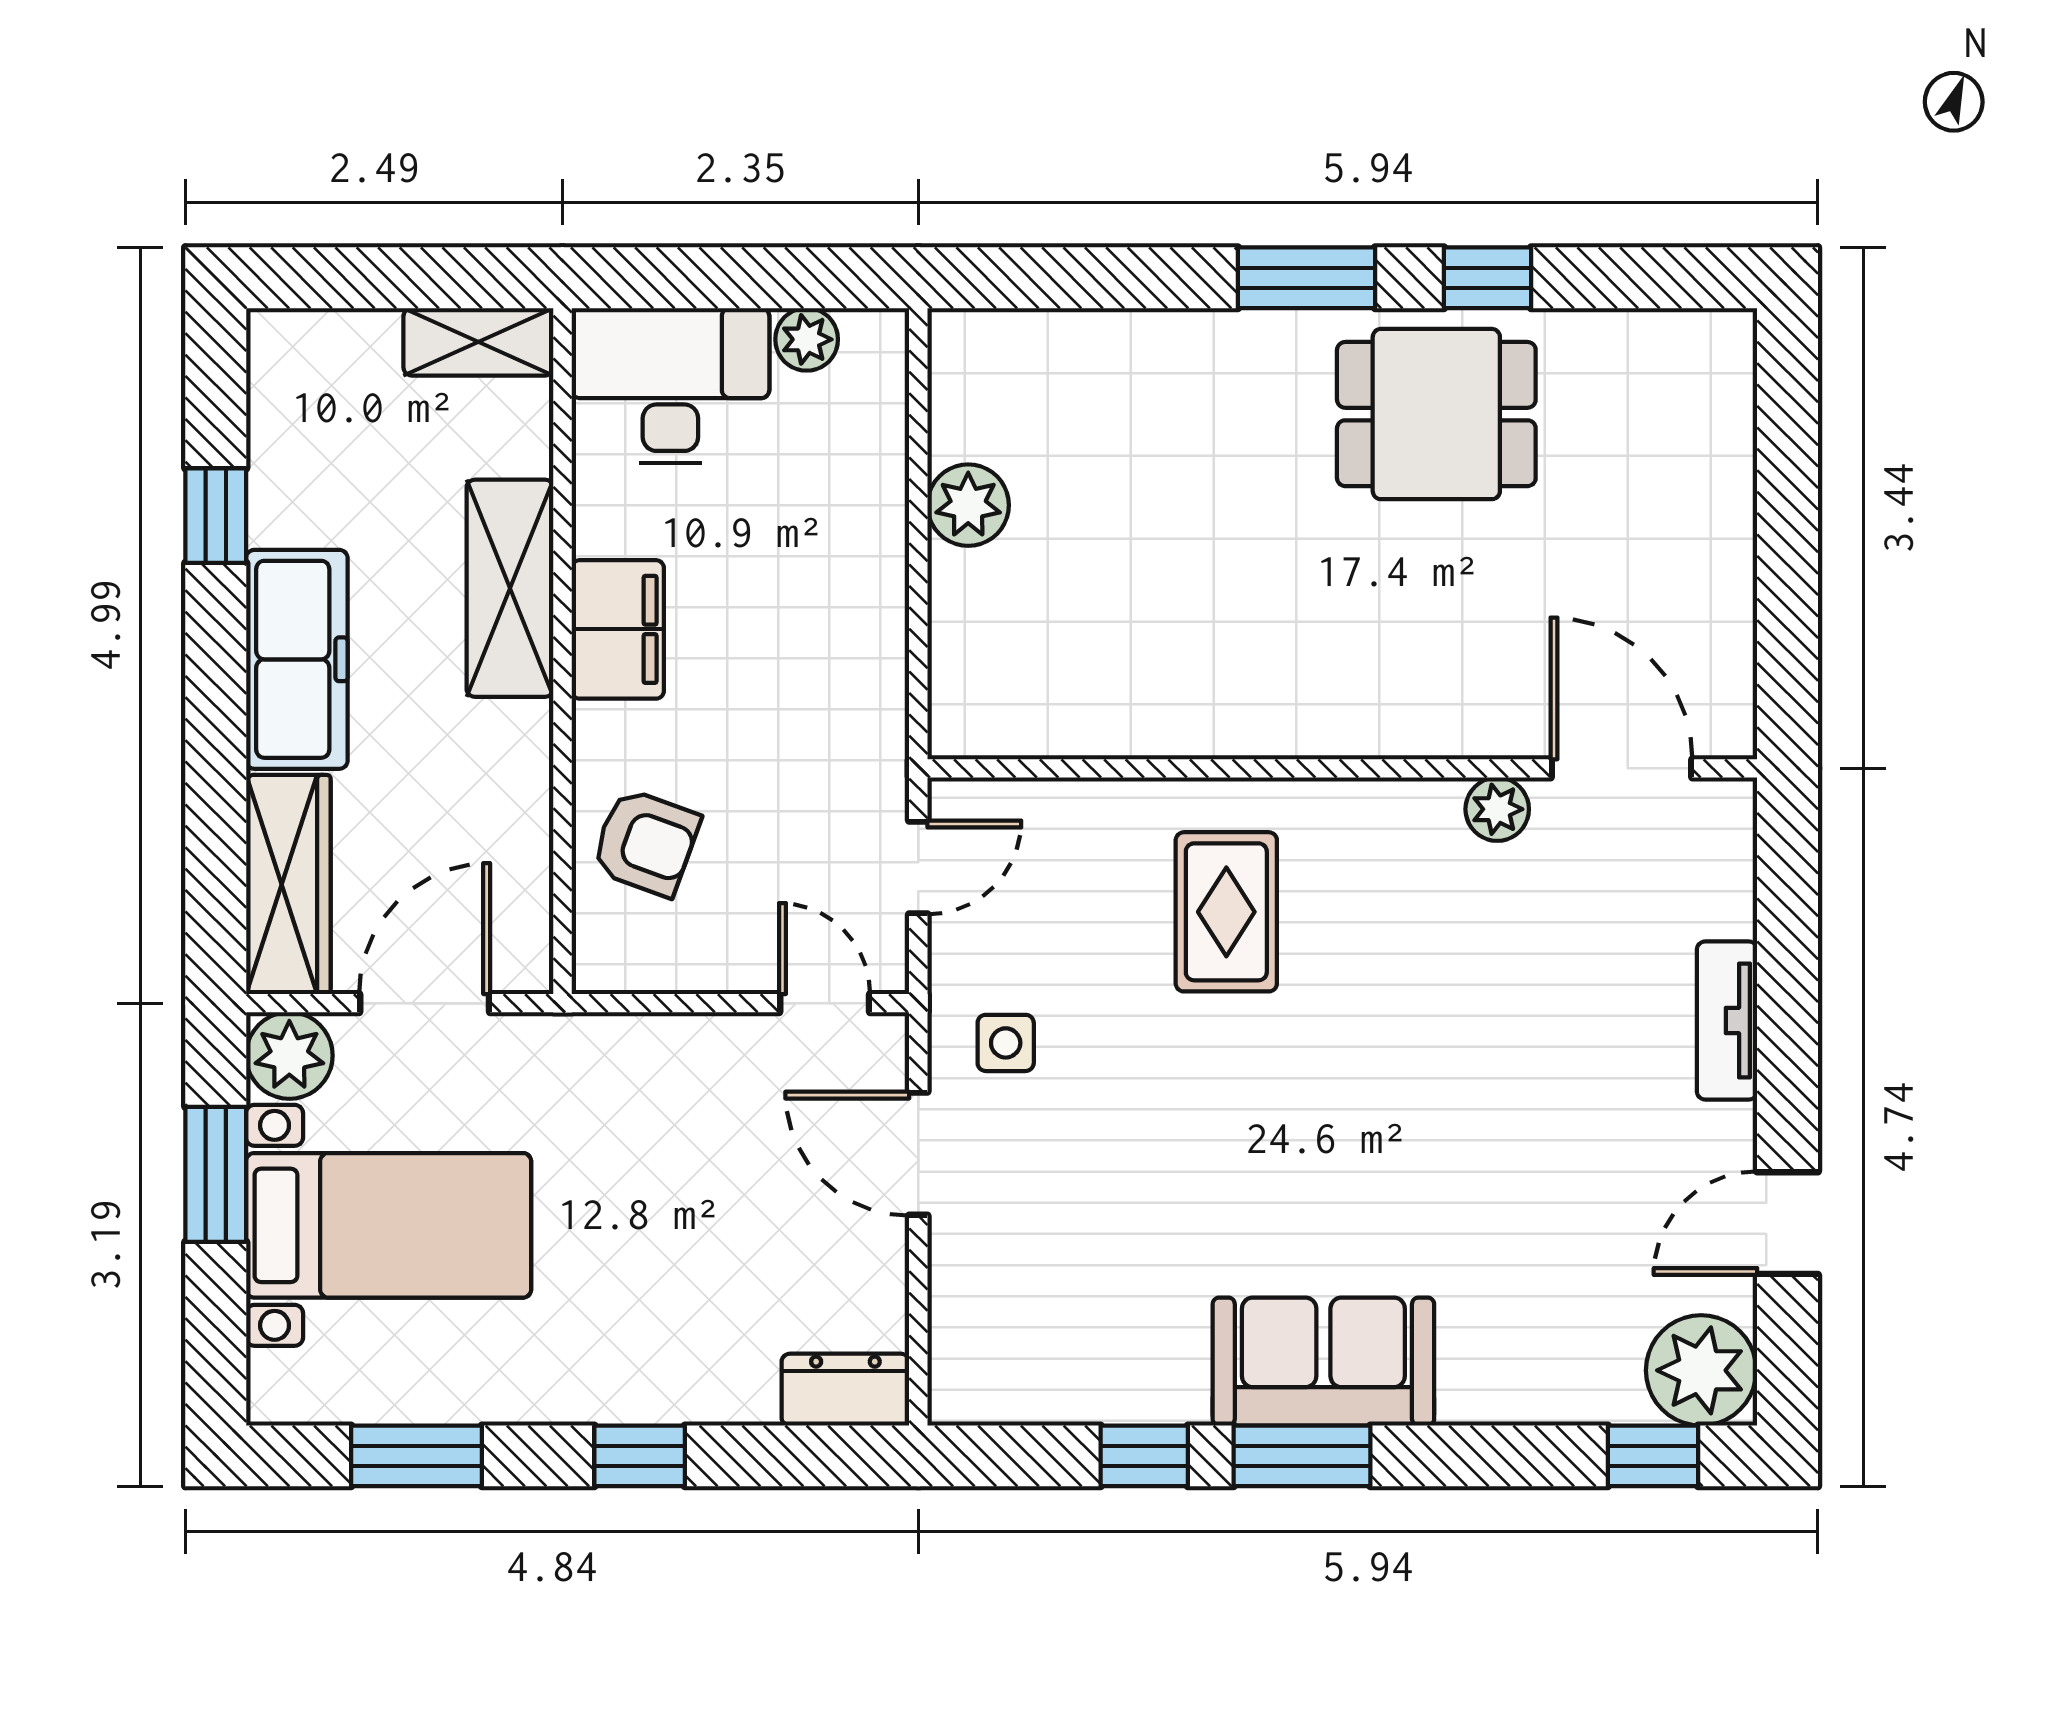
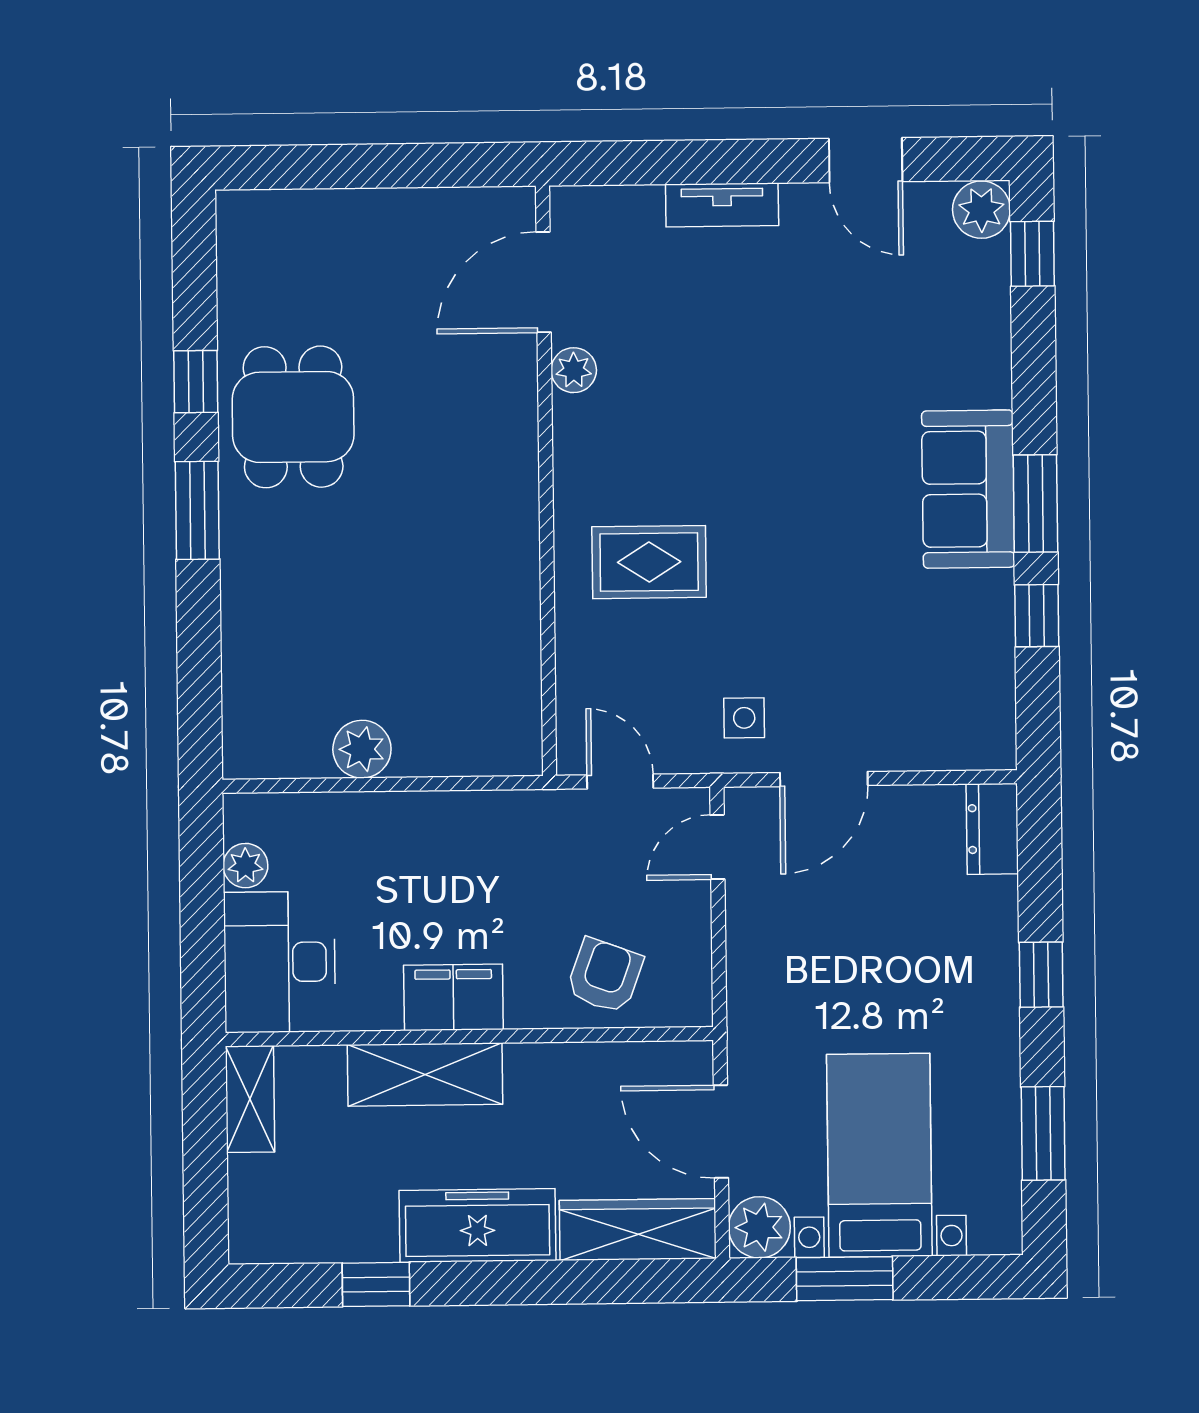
plant: (1701, 1370) -> (981, 210), width x0.73, depth x0.73

